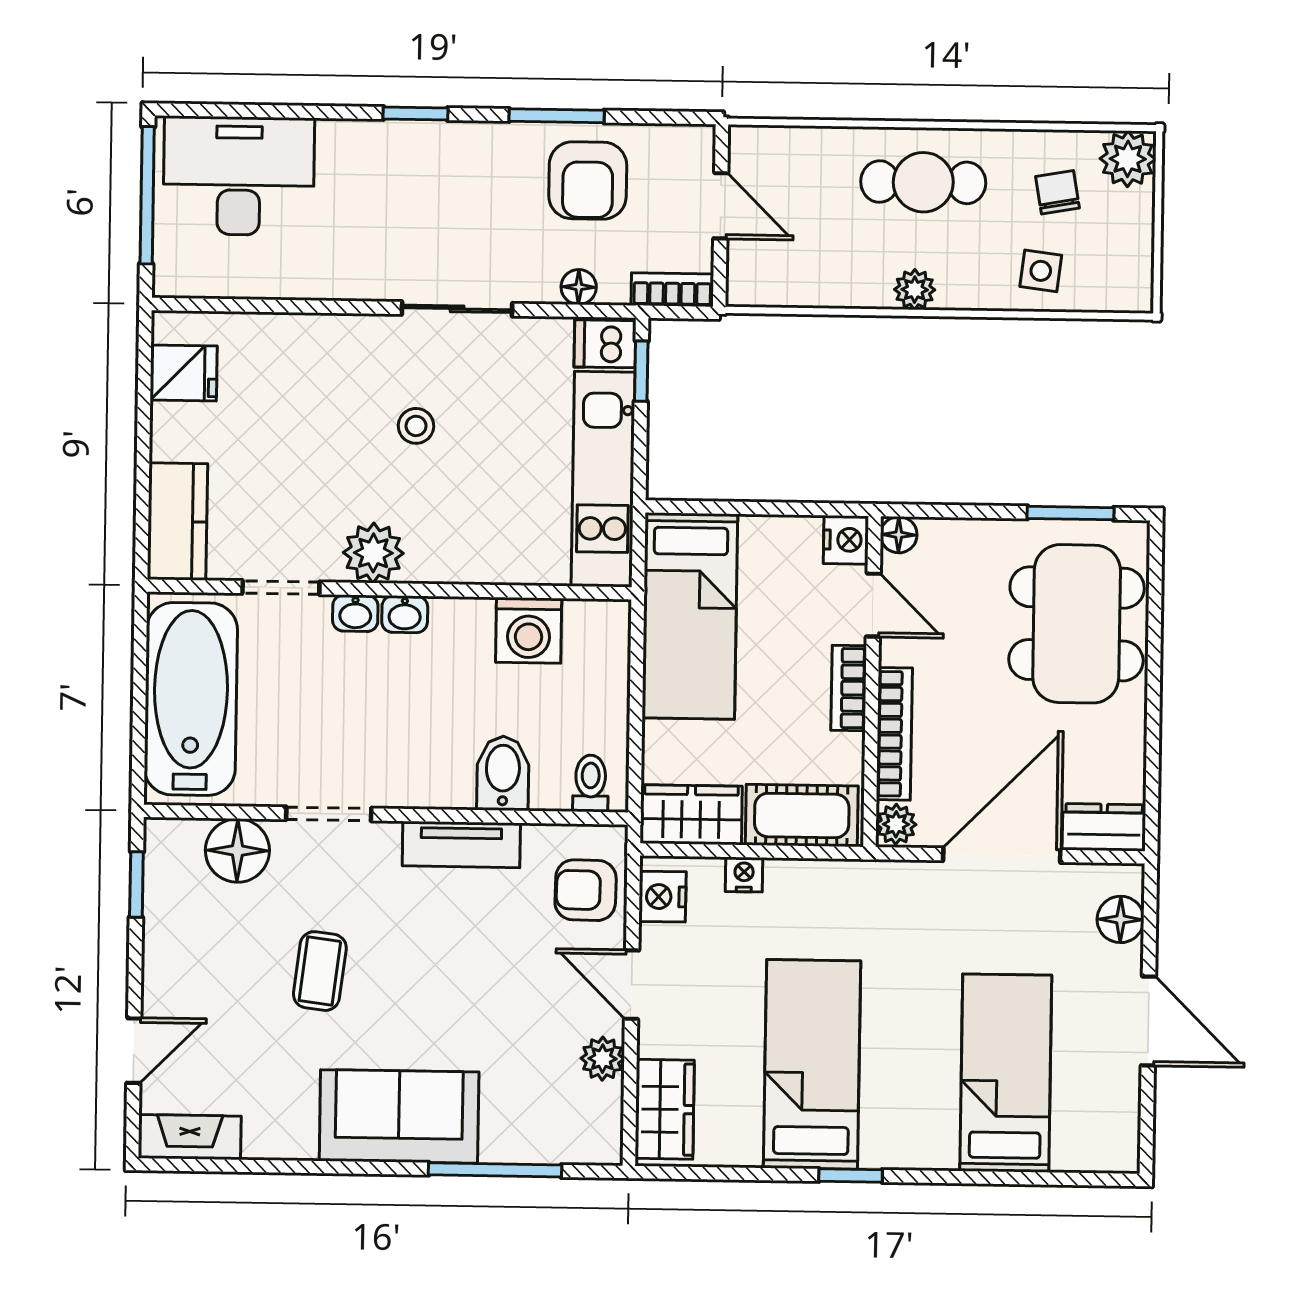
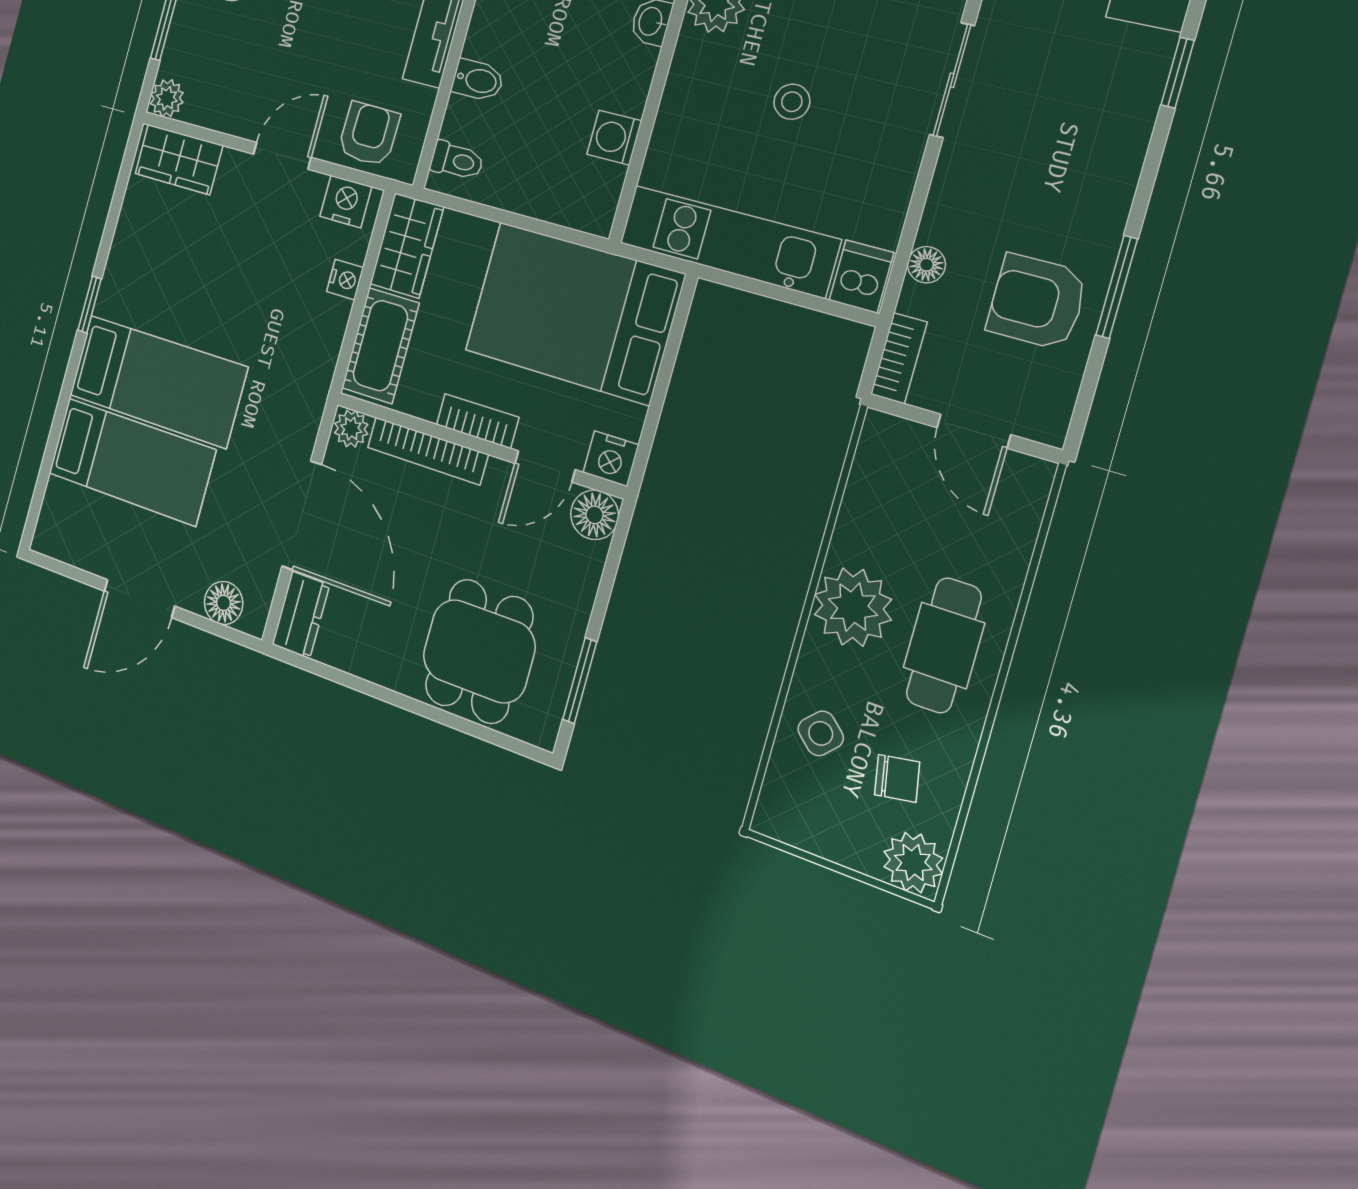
window: (416, 114) -> (1178, 73), moved
door: (721, 206) -> (974, 431), hinge flipped
side table: (1041, 271) -> (821, 733), turned 36
plant: (915, 290) -> (853, 607), width x1.88, depth x1.88
sliding door: (457, 309) -> (952, 80), moved
window: (641, 371) -> (824, 306), removed
stool: (416, 426) -> (792, 102), moved
floor lamp: (899, 535) -> (594, 515), width x1.37, depth x1.37
bed: (690, 616) -> (574, 313), width x1.50
dining table: (1077, 624) -> (479, 651), width x0.73
washing machine: (529, 630) -> (614, 138), width x0.73, depth x0.73
bidet: (503, 773) -> (478, 80), width x0.72, depth x0.74
plant: (603, 1059) -> (167, 98), moved
bed: (812, 1064) -> (158, 381), moved

